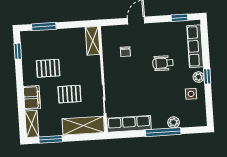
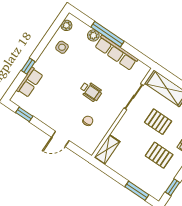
row of seats: (195, 46) -> (30, 82), width x0.68
wheelchair: (163, 63) -> (91, 91), moved
window: (207, 76) -> (28, 66), moved
plant: (199, 77) -> (66, 25), moved
row of seats: (129, 124) -> (116, 53), moved

